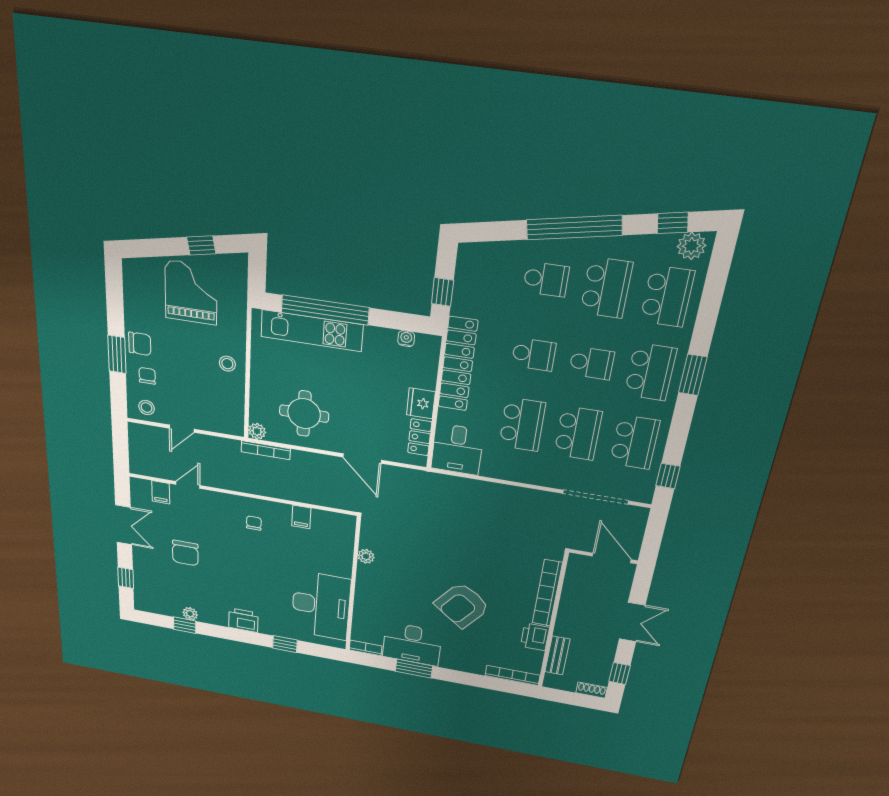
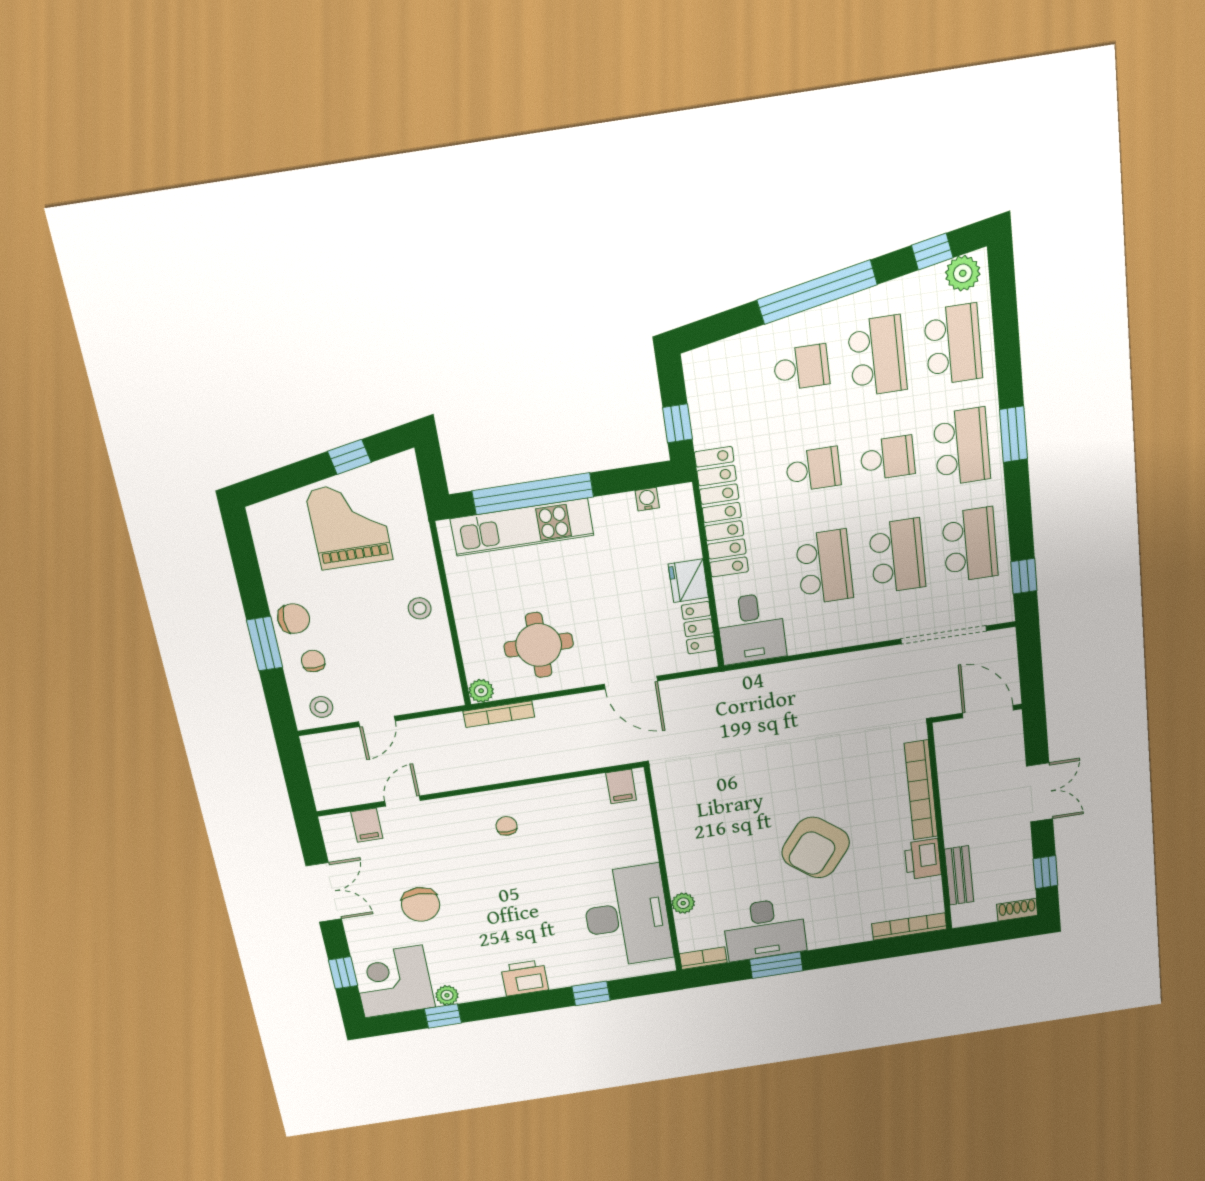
filing cabinet: (301, 517) -> (621, 786), moved
plant: (366, 556) -> (683, 903), moved
corner desk: (157, 594) -> (393, 981), added

